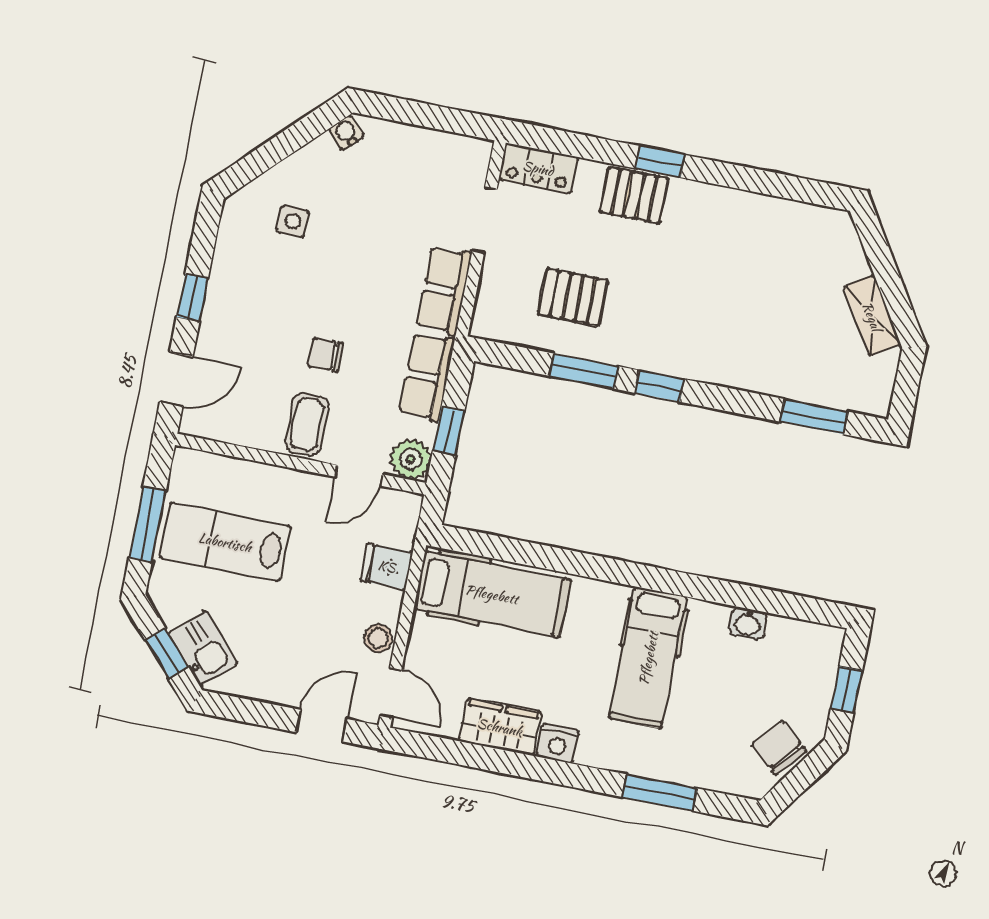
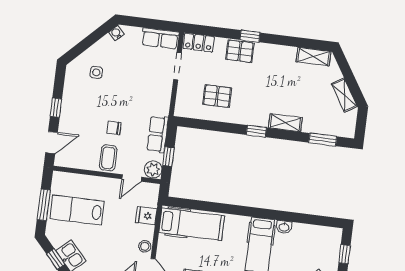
shelving: (806, 220) -> (313, 57), added
row of seats: (444, 290) -> (160, 38), moved, turned -90
window: (584, 371) -> (224, 127), removed
shelving: (729, 371) -> (285, 123), added
washbasin: (748, 623) -> (284, 227), moved

